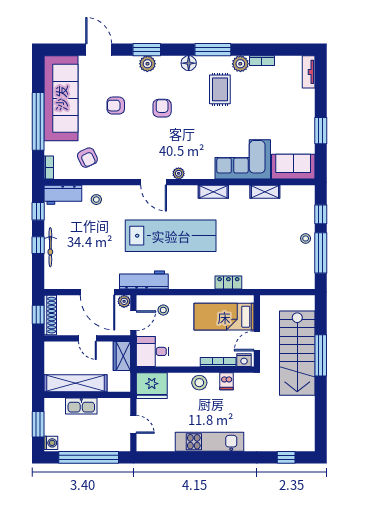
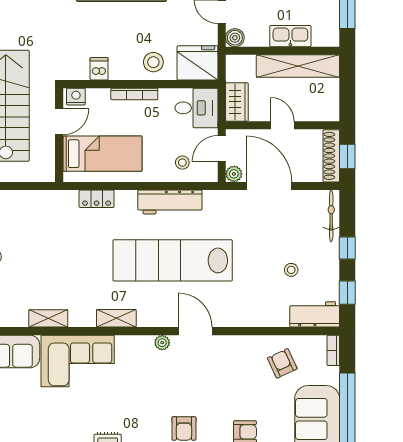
stool: (96, 200) -> (291, 270), moved
bicycle: (50, 247) -> (331, 216), moved
workbench: (144, 280) -> (170, 202), moved
bookcase: (218, 362) -> (134, 94), moved
stool: (199, 383) -> (153, 62), moved
boiler: (123, 405) -> (235, 38), added

